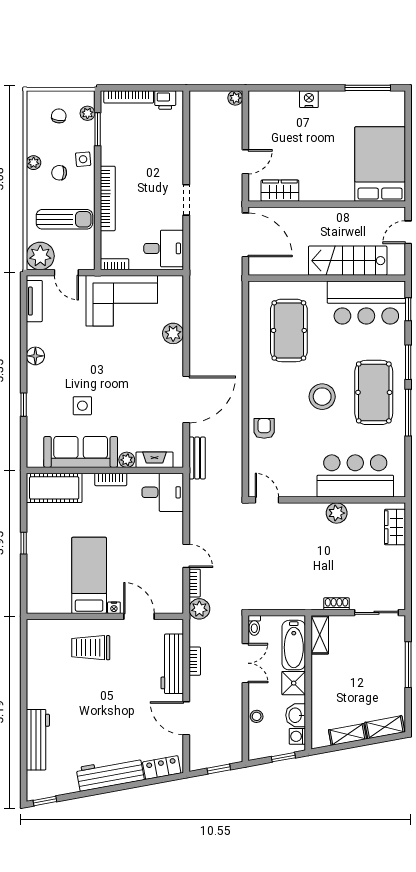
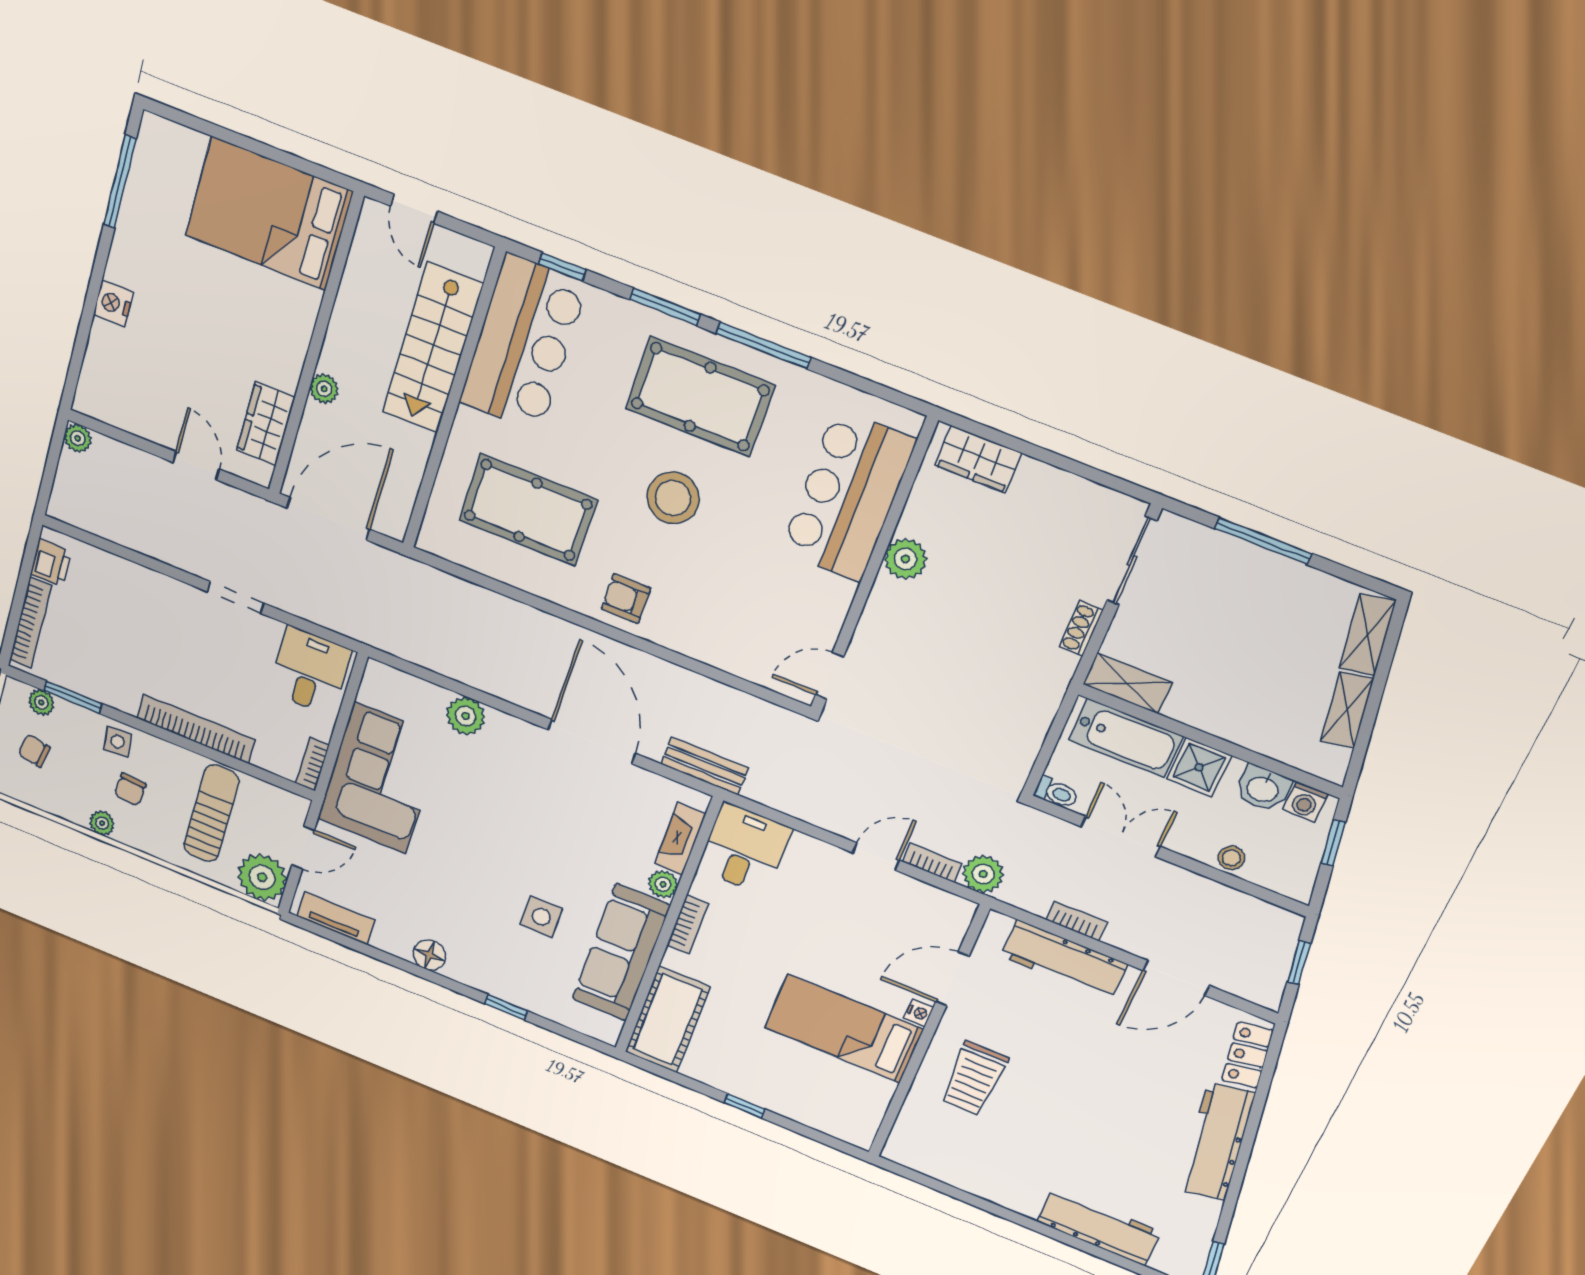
plant: (308, 214) -> (324, 389), added
armchair: (264, 428) -> (626, 599), moved

